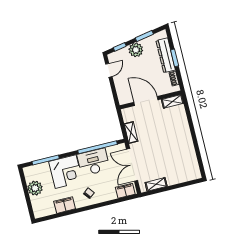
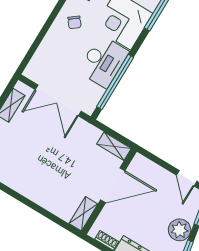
shelving: (131, 132) -> (114, 146), moved
double door: (132, 165) -> (58, 100), swing flipped
filing cabinet: (125, 191) -> (38, 65), removed

